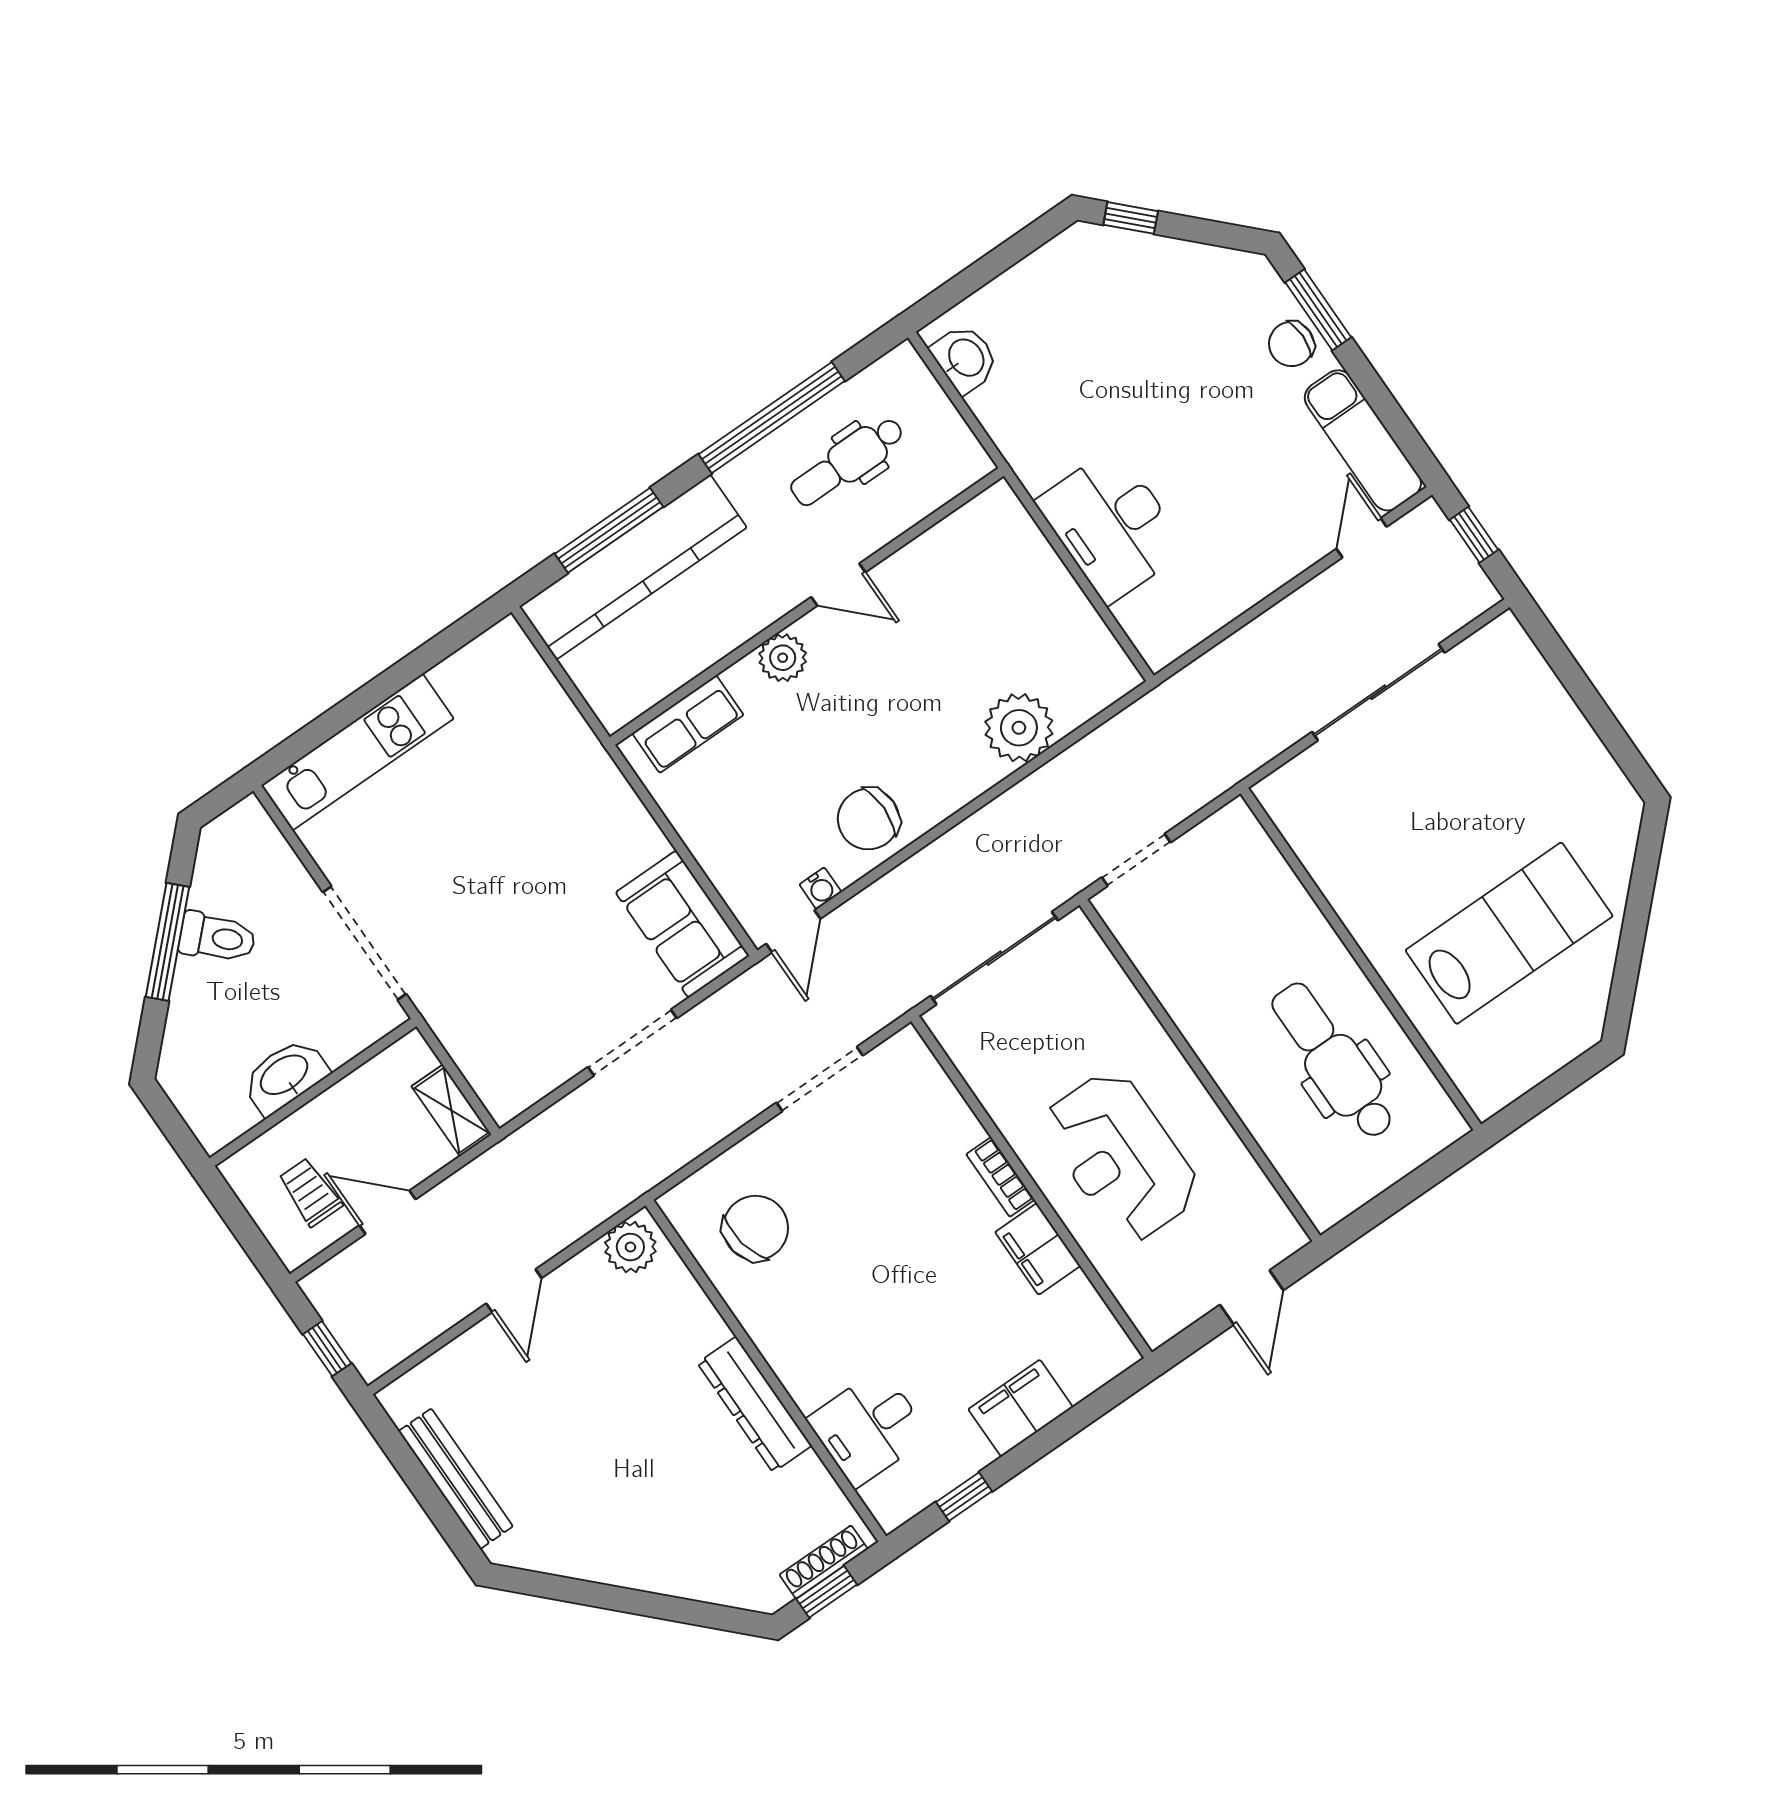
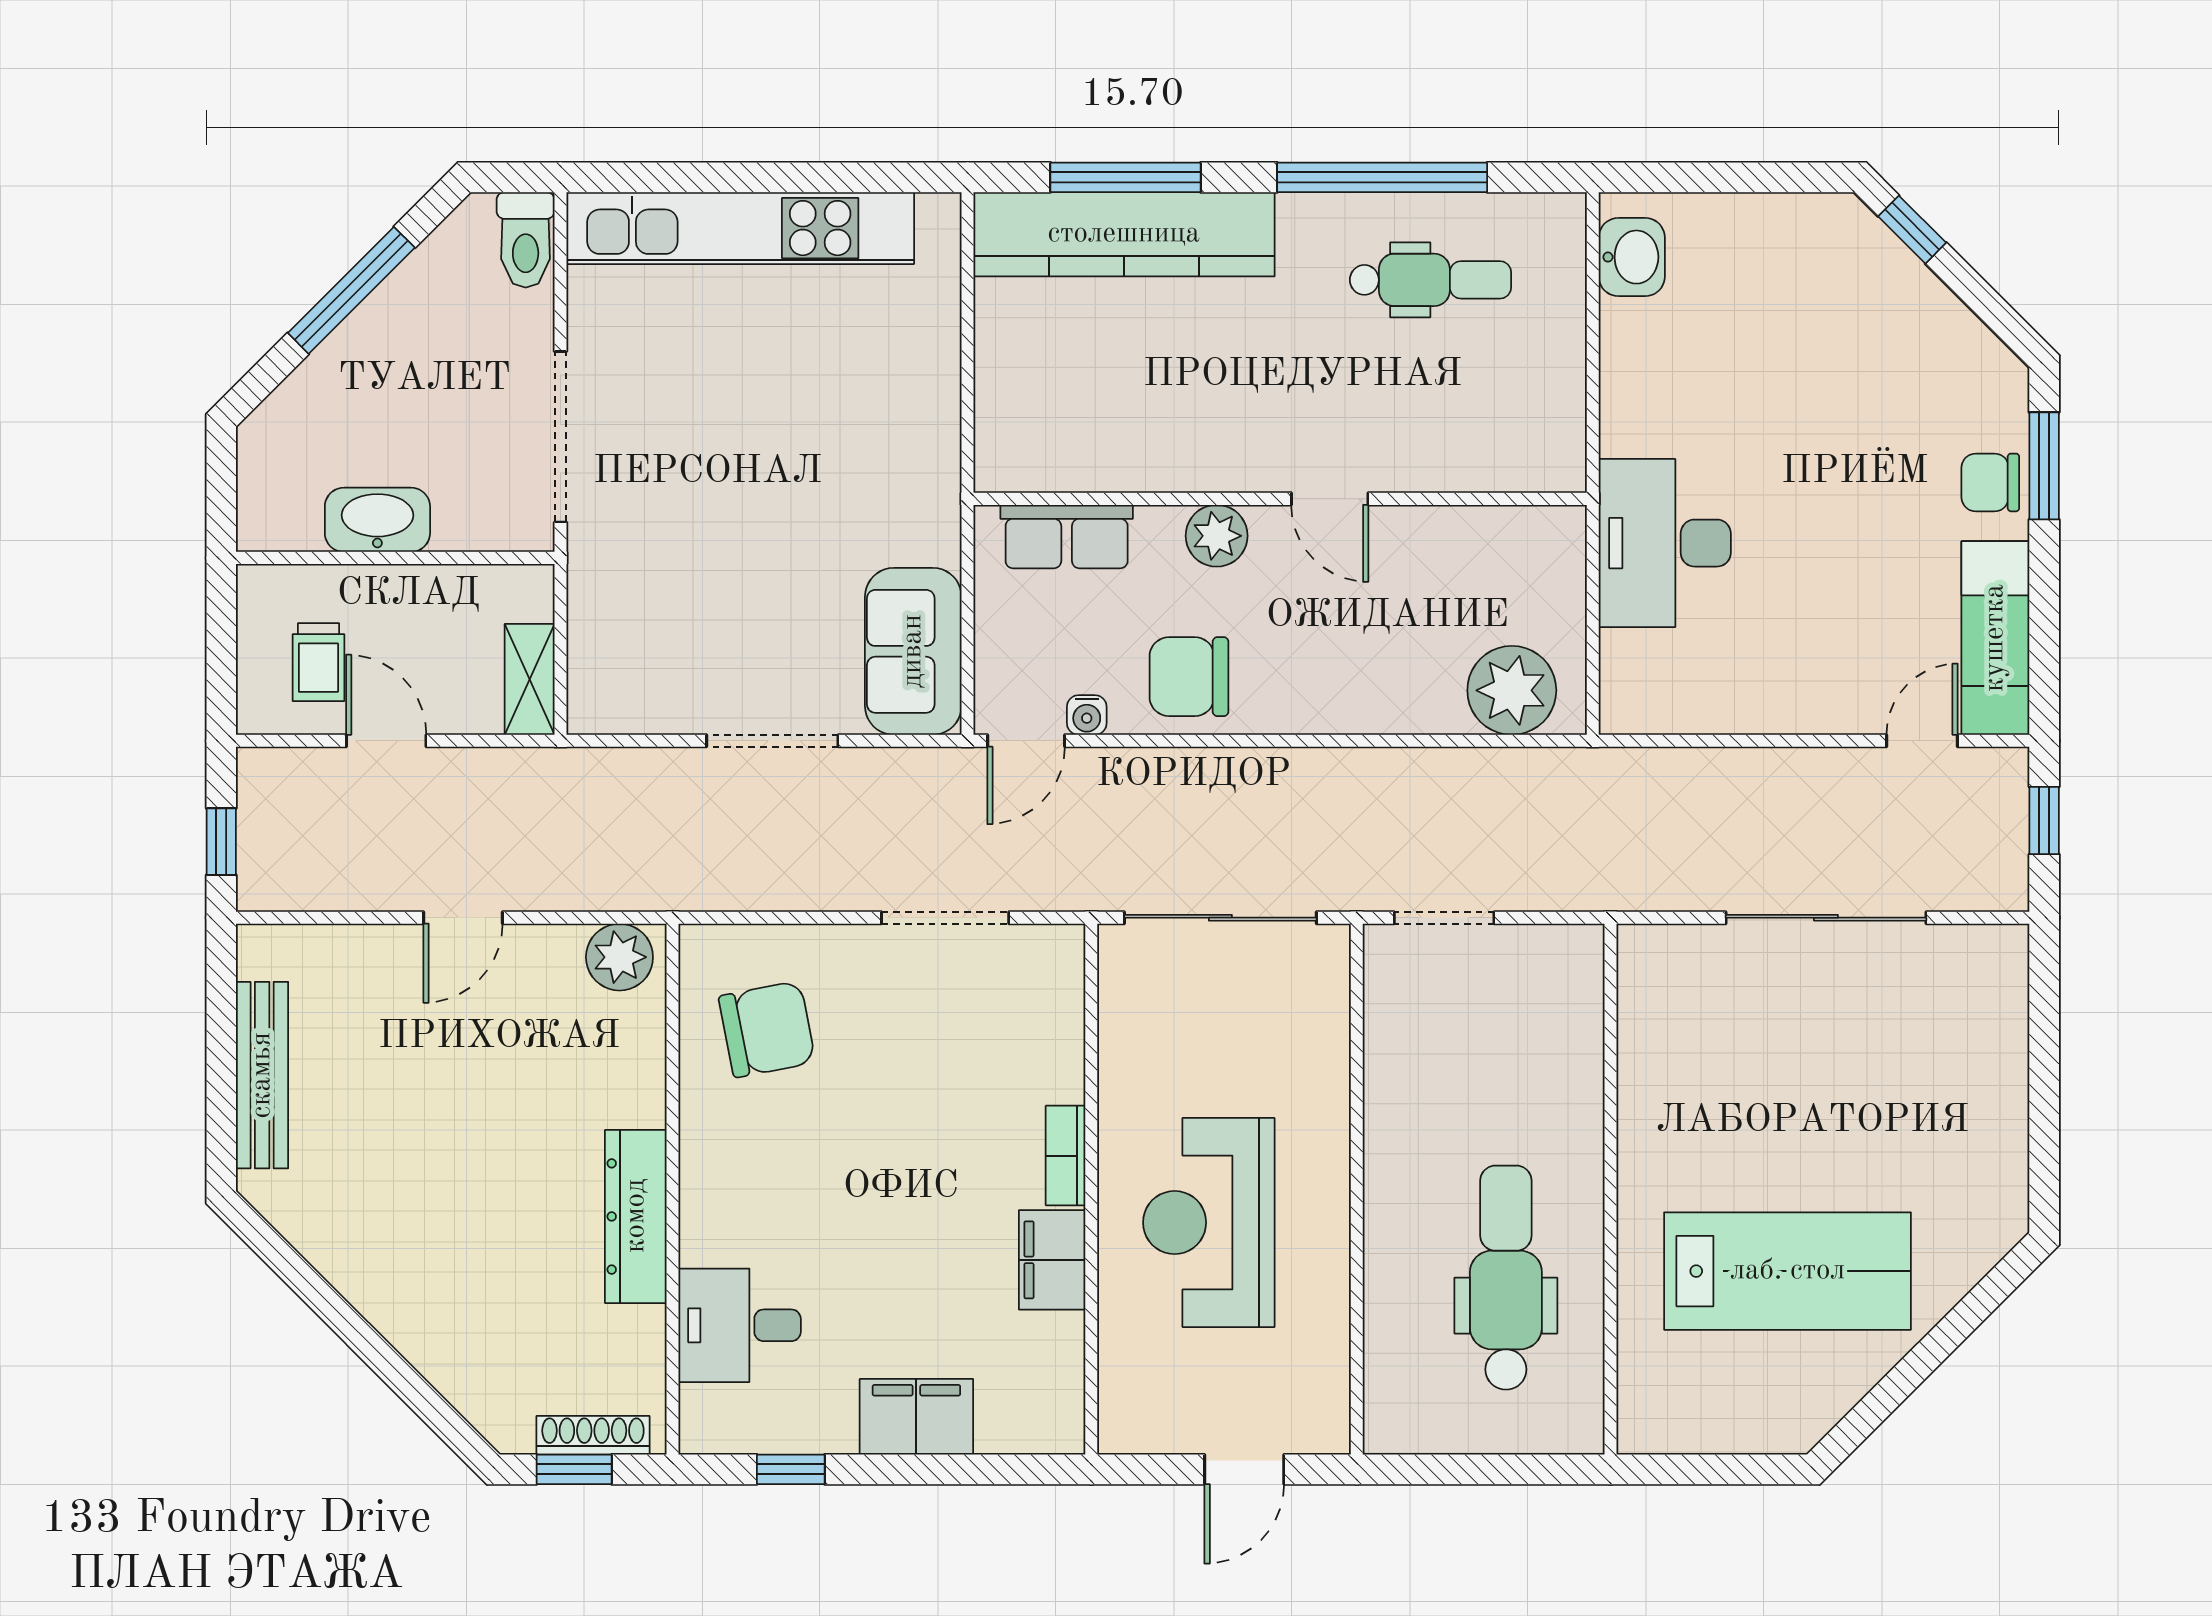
dental chair: (847, 461) -> (1430, 280), turned 180
door: (838, 585) -> (1330, 499), moved
wall: (807, 606) -> (1280, 499), moved
plant: (783, 658) -> (1217, 536), moved
row of seats: (688, 724) -> (1067, 537), moved
plant: (1019, 728) -> (1512, 690), moved
kitchen unit: (357, 752) -> (740, 228), width x1.36
toilet: (217, 937) -> (526, 240), moved, turned 45
trolley: (310, 1192) -> (318, 662), turned 180

